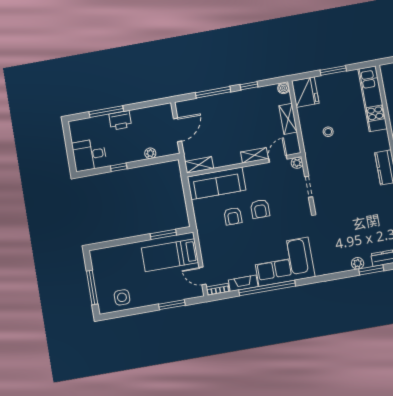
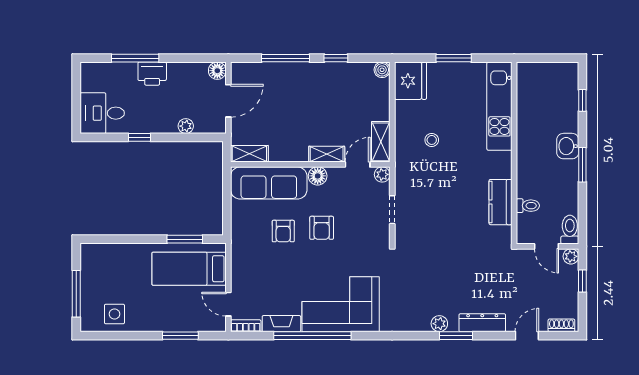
floor lamp: (166, 110) -> (217, 71), added
shelving: (288, 119) -> (381, 142), moved
floor lamp: (251, 172) -> (318, 176), added

